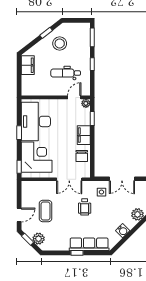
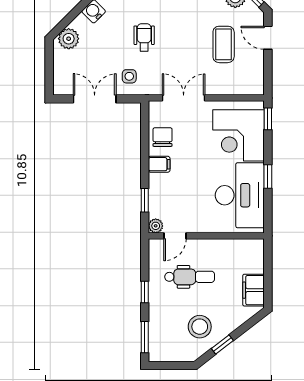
filing cabinet: (84, 135) -> (159, 164), width x0.50
wheelchair: (85, 207) -> (144, 37), moved
door: (19, 215) -> (268, 38), hinge flipped

